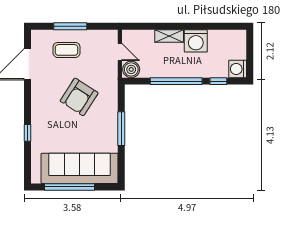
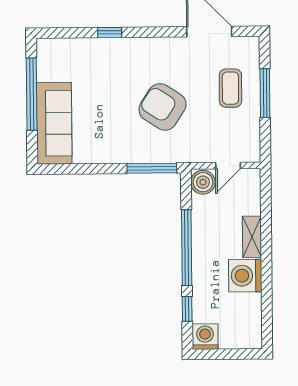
window: (121, 129) -> (152, 168), moved
sofa: (80, 168) -> (54, 123), width x0.74, depth x0.79

